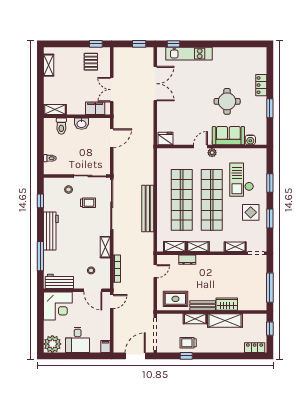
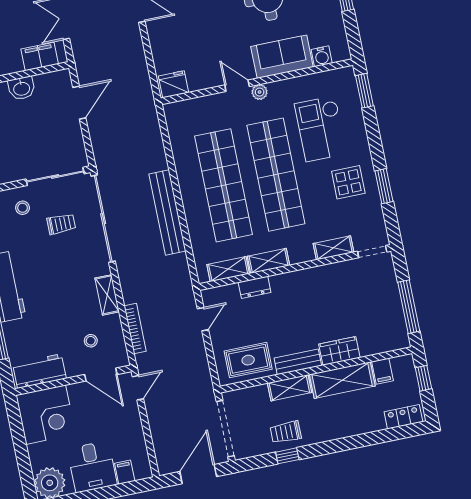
door: (200, 147) -> (237, 86), hinge flipped
window: (270, 183) -> (364, 91), moved
filing cabinet: (248, 320) -> (383, 371), added
filing cabinet: (105, 347) -> (125, 472), moved

